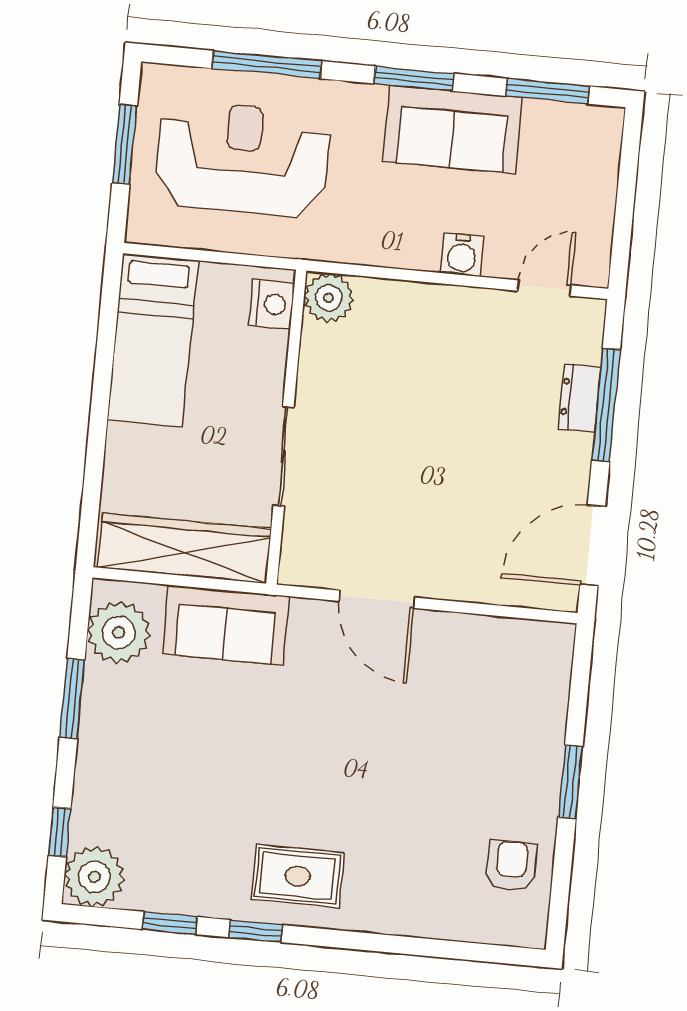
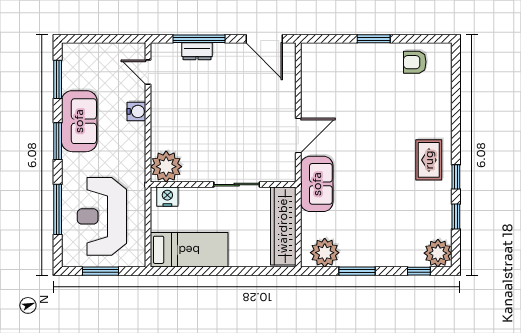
plant: (329, 298) -> (166, 167), width x1.36, depth x1.36
sofa: (226, 625) -> (317, 184), moved

